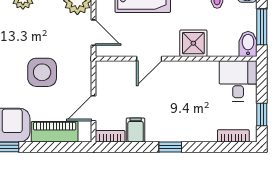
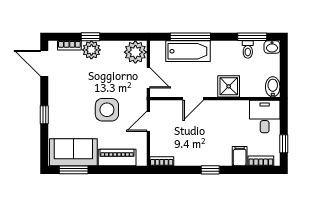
window: (262, 27) -> (284, 73), removed
door: (94, 108) -> (148, 121), moved
filing cabinet: (136, 130) -> (240, 156), moved

